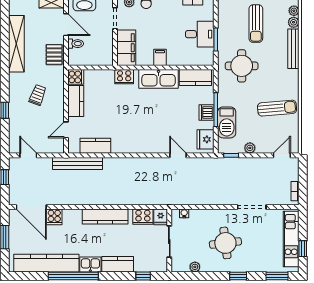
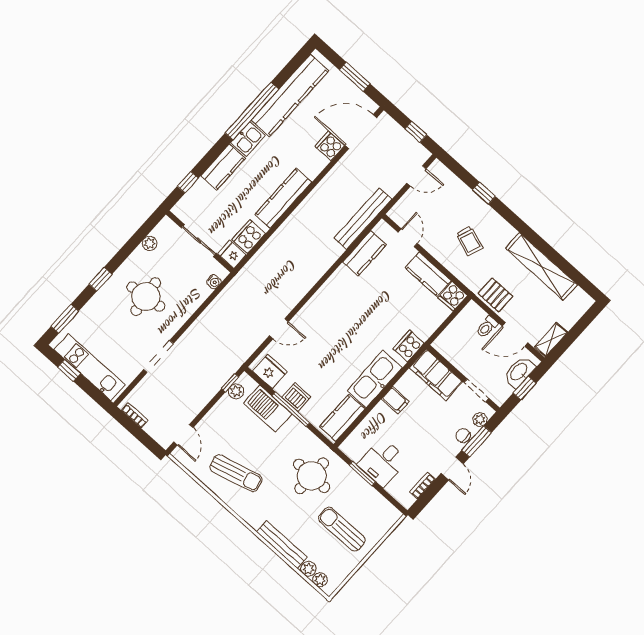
sun lounger: (277, 108) -> (236, 473), turned -100
plant: (250, 148) -> (236, 391), moved

